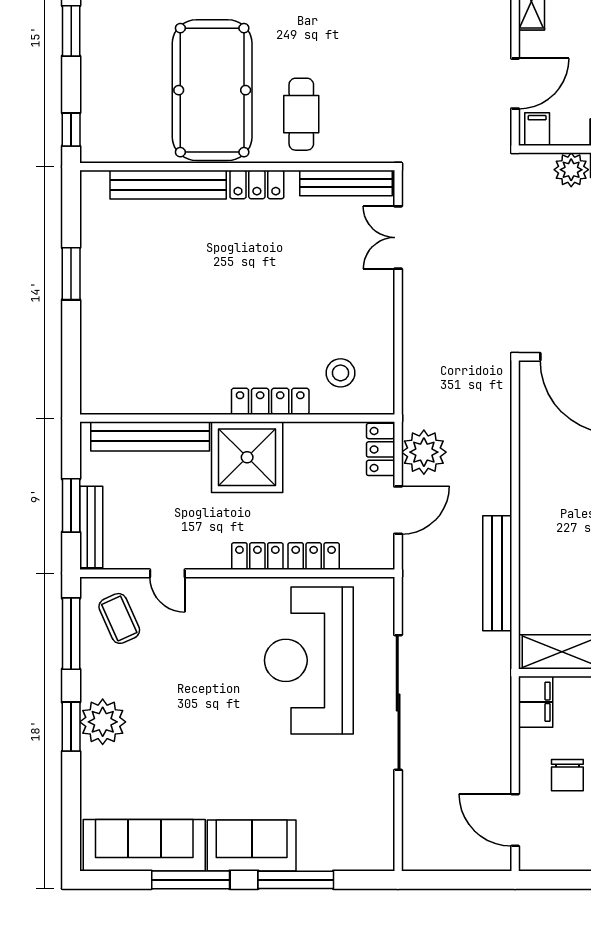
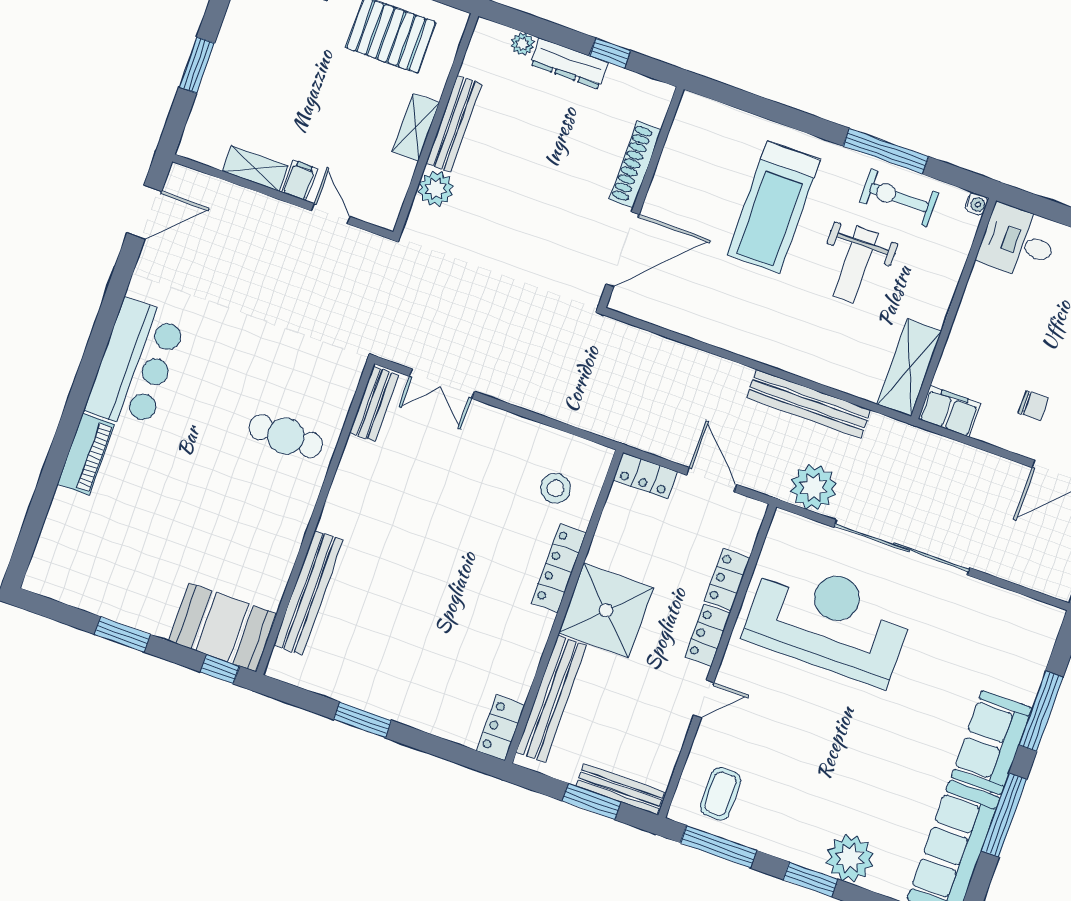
door: (515, 84) -> (331, 214), width x0.73
pool table: (212, 90) -> (231, 516), removed
booth: (109, 118) -> (222, 627), added
filing cabinet: (537, 129) -> (299, 180), moved, turned 90
bench: (346, 183) -> (374, 404), width x0.73
locker: (257, 185) -> (501, 728), moved, turned 180
plant: (424, 452) -> (813, 487), moved
door: (167, 573) -> (704, 699), moved
coffee table: (119, 618) -> (720, 794), turned -66
reception desk: (309, 660) -> (829, 621), turned 180
plant: (103, 722) -> (850, 858), moved
chair: (567, 775) -> (1033, 405), width x0.73, depth x0.73

